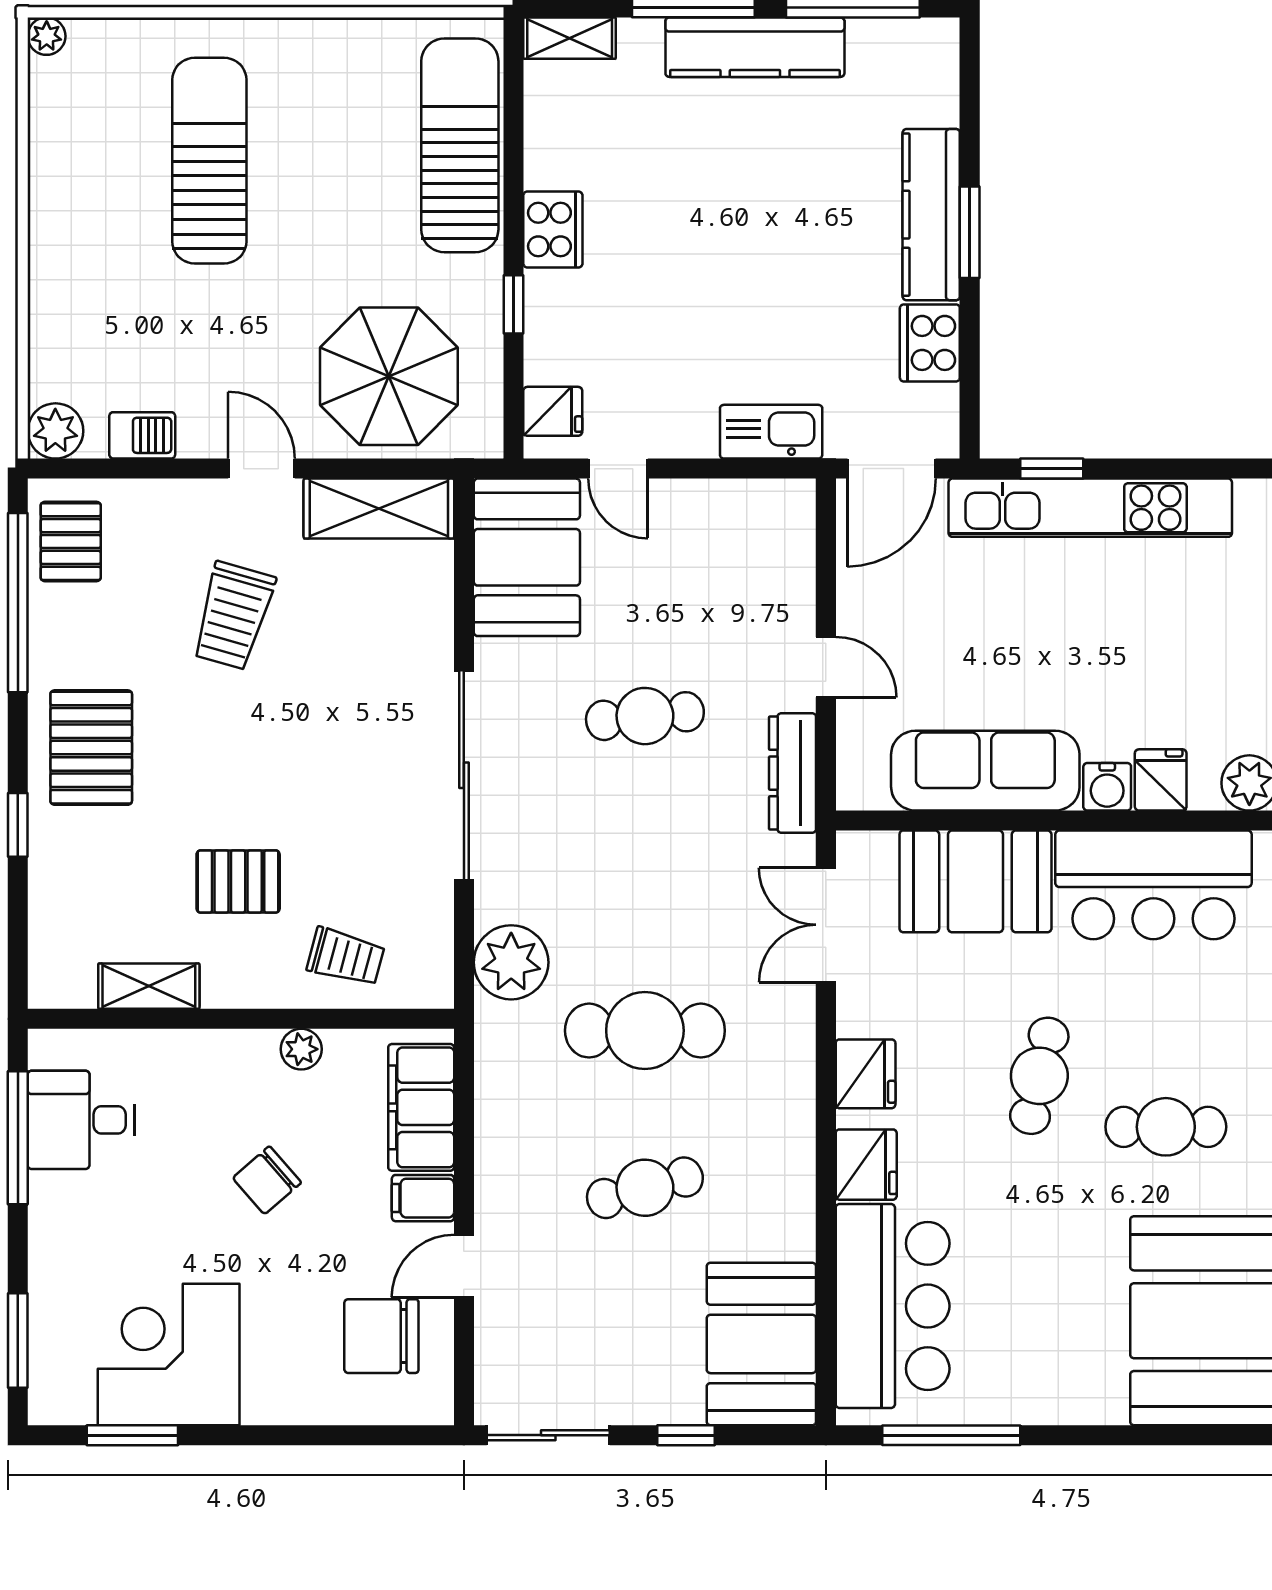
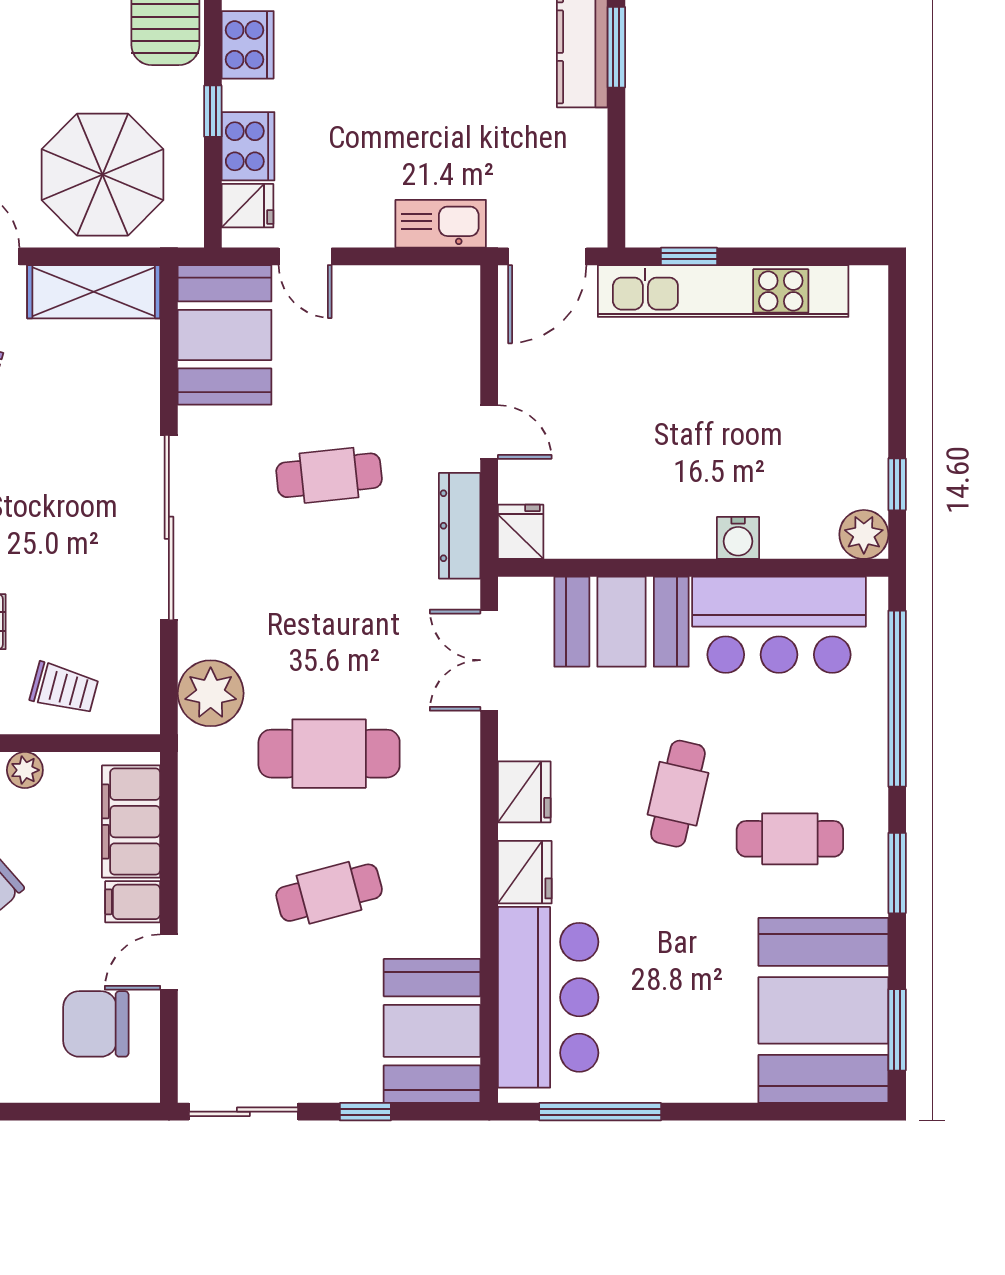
cooker: (930, 343) -> (248, 146), moved, turned 180
sofa: (985, 771) -> (630, 524), removed
fridge: (1161, 780) -> (521, 532), moved

